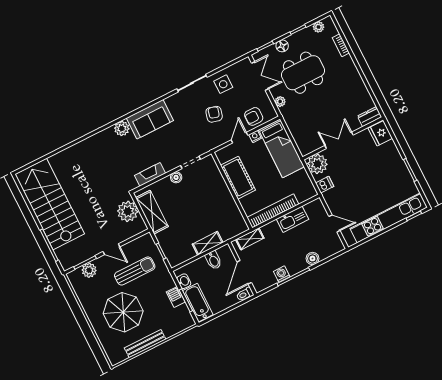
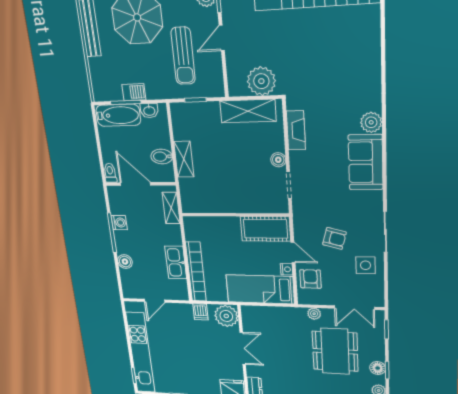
floor lamp: (282, 46) -> (378, 368), moved
cot: (238, 178) -> (265, 229), moved
bookcase: (273, 211) -> (196, 272), moved

